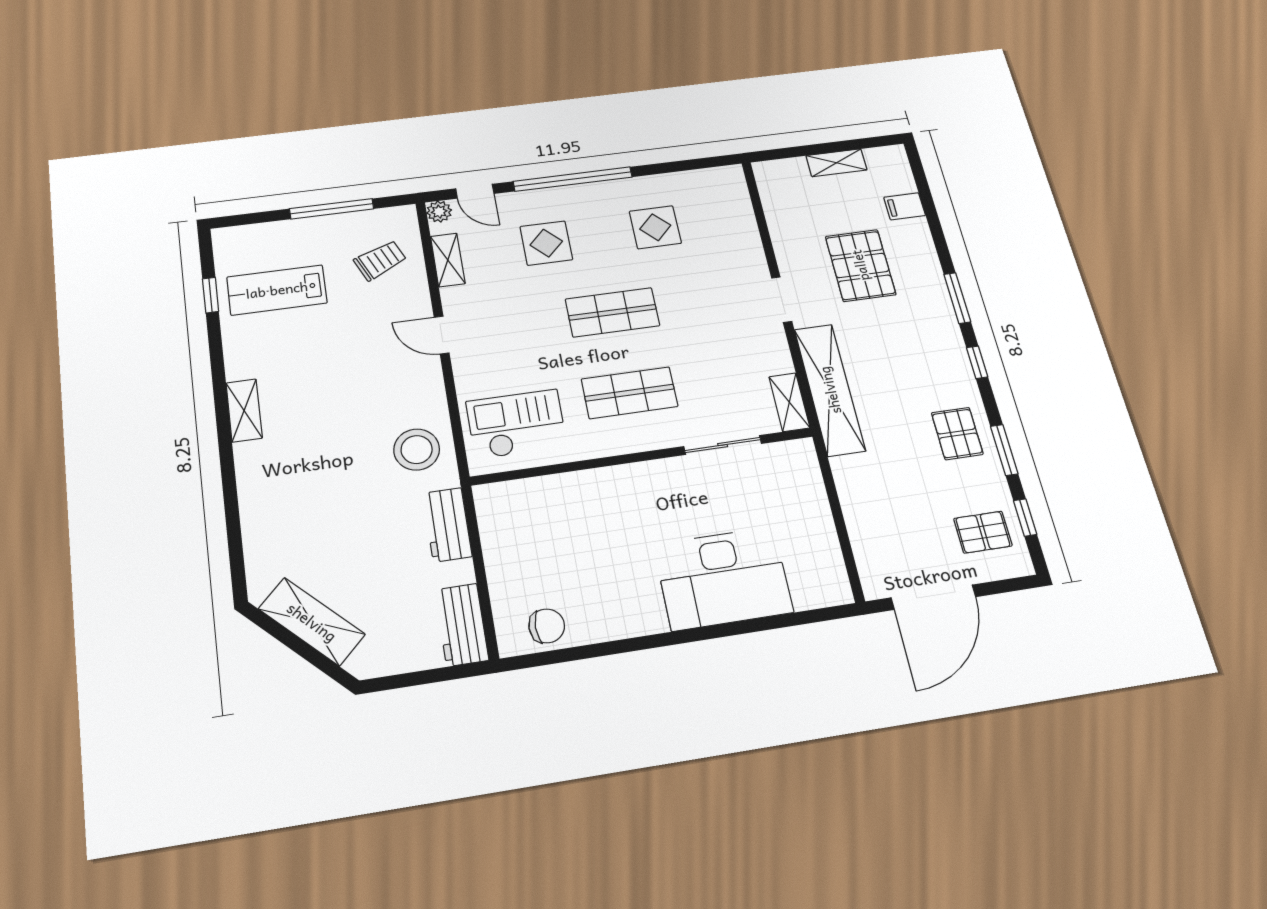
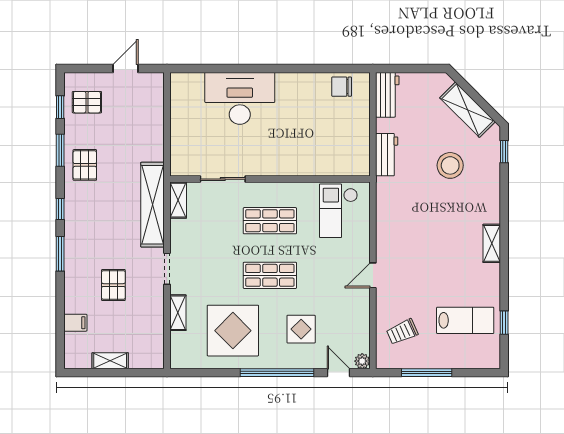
display table: (655, 227) -> (233, 331), width x1.86, depth x1.86
shelving: (448, 260) -> (178, 313), moved
pallet: (860, 265) -> (113, 285), width x0.67, depth x0.71
door: (442, 335) -> (373, 275), swing flipped
checkout: (516, 424) -> (338, 211), turned 90
stool: (417, 450) -> (450, 165), moved
window: (237, 560) -> (504, 152), added
door: (933, 597) -> (125, 68), width x0.53

